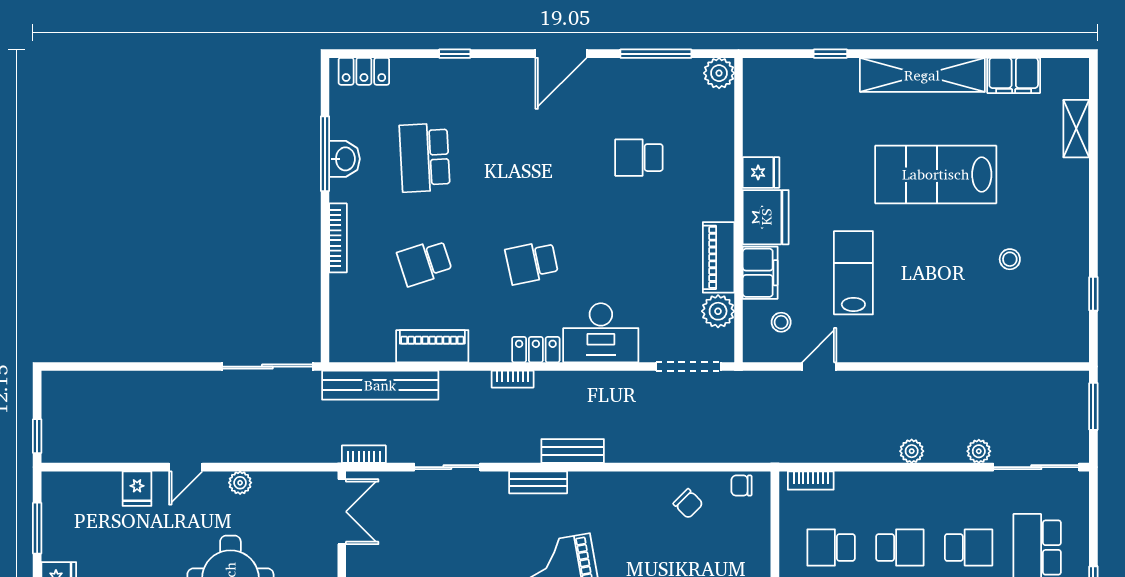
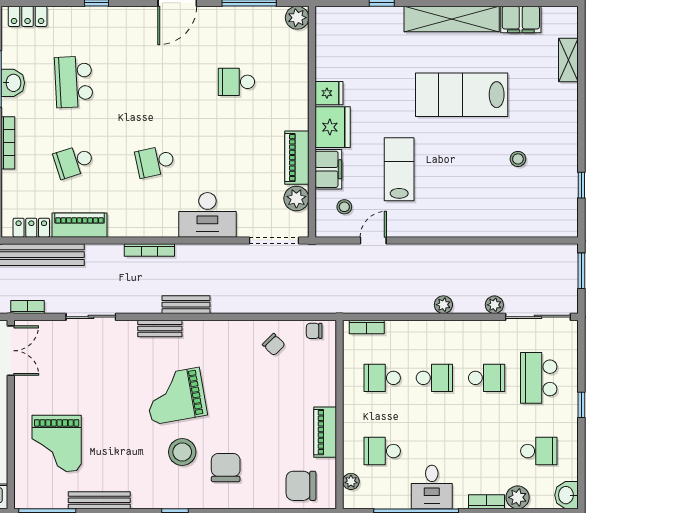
locker: (536, 350) -> (31, 228), moved
bookcase: (513, 379) -> (149, 250), width x1.56

